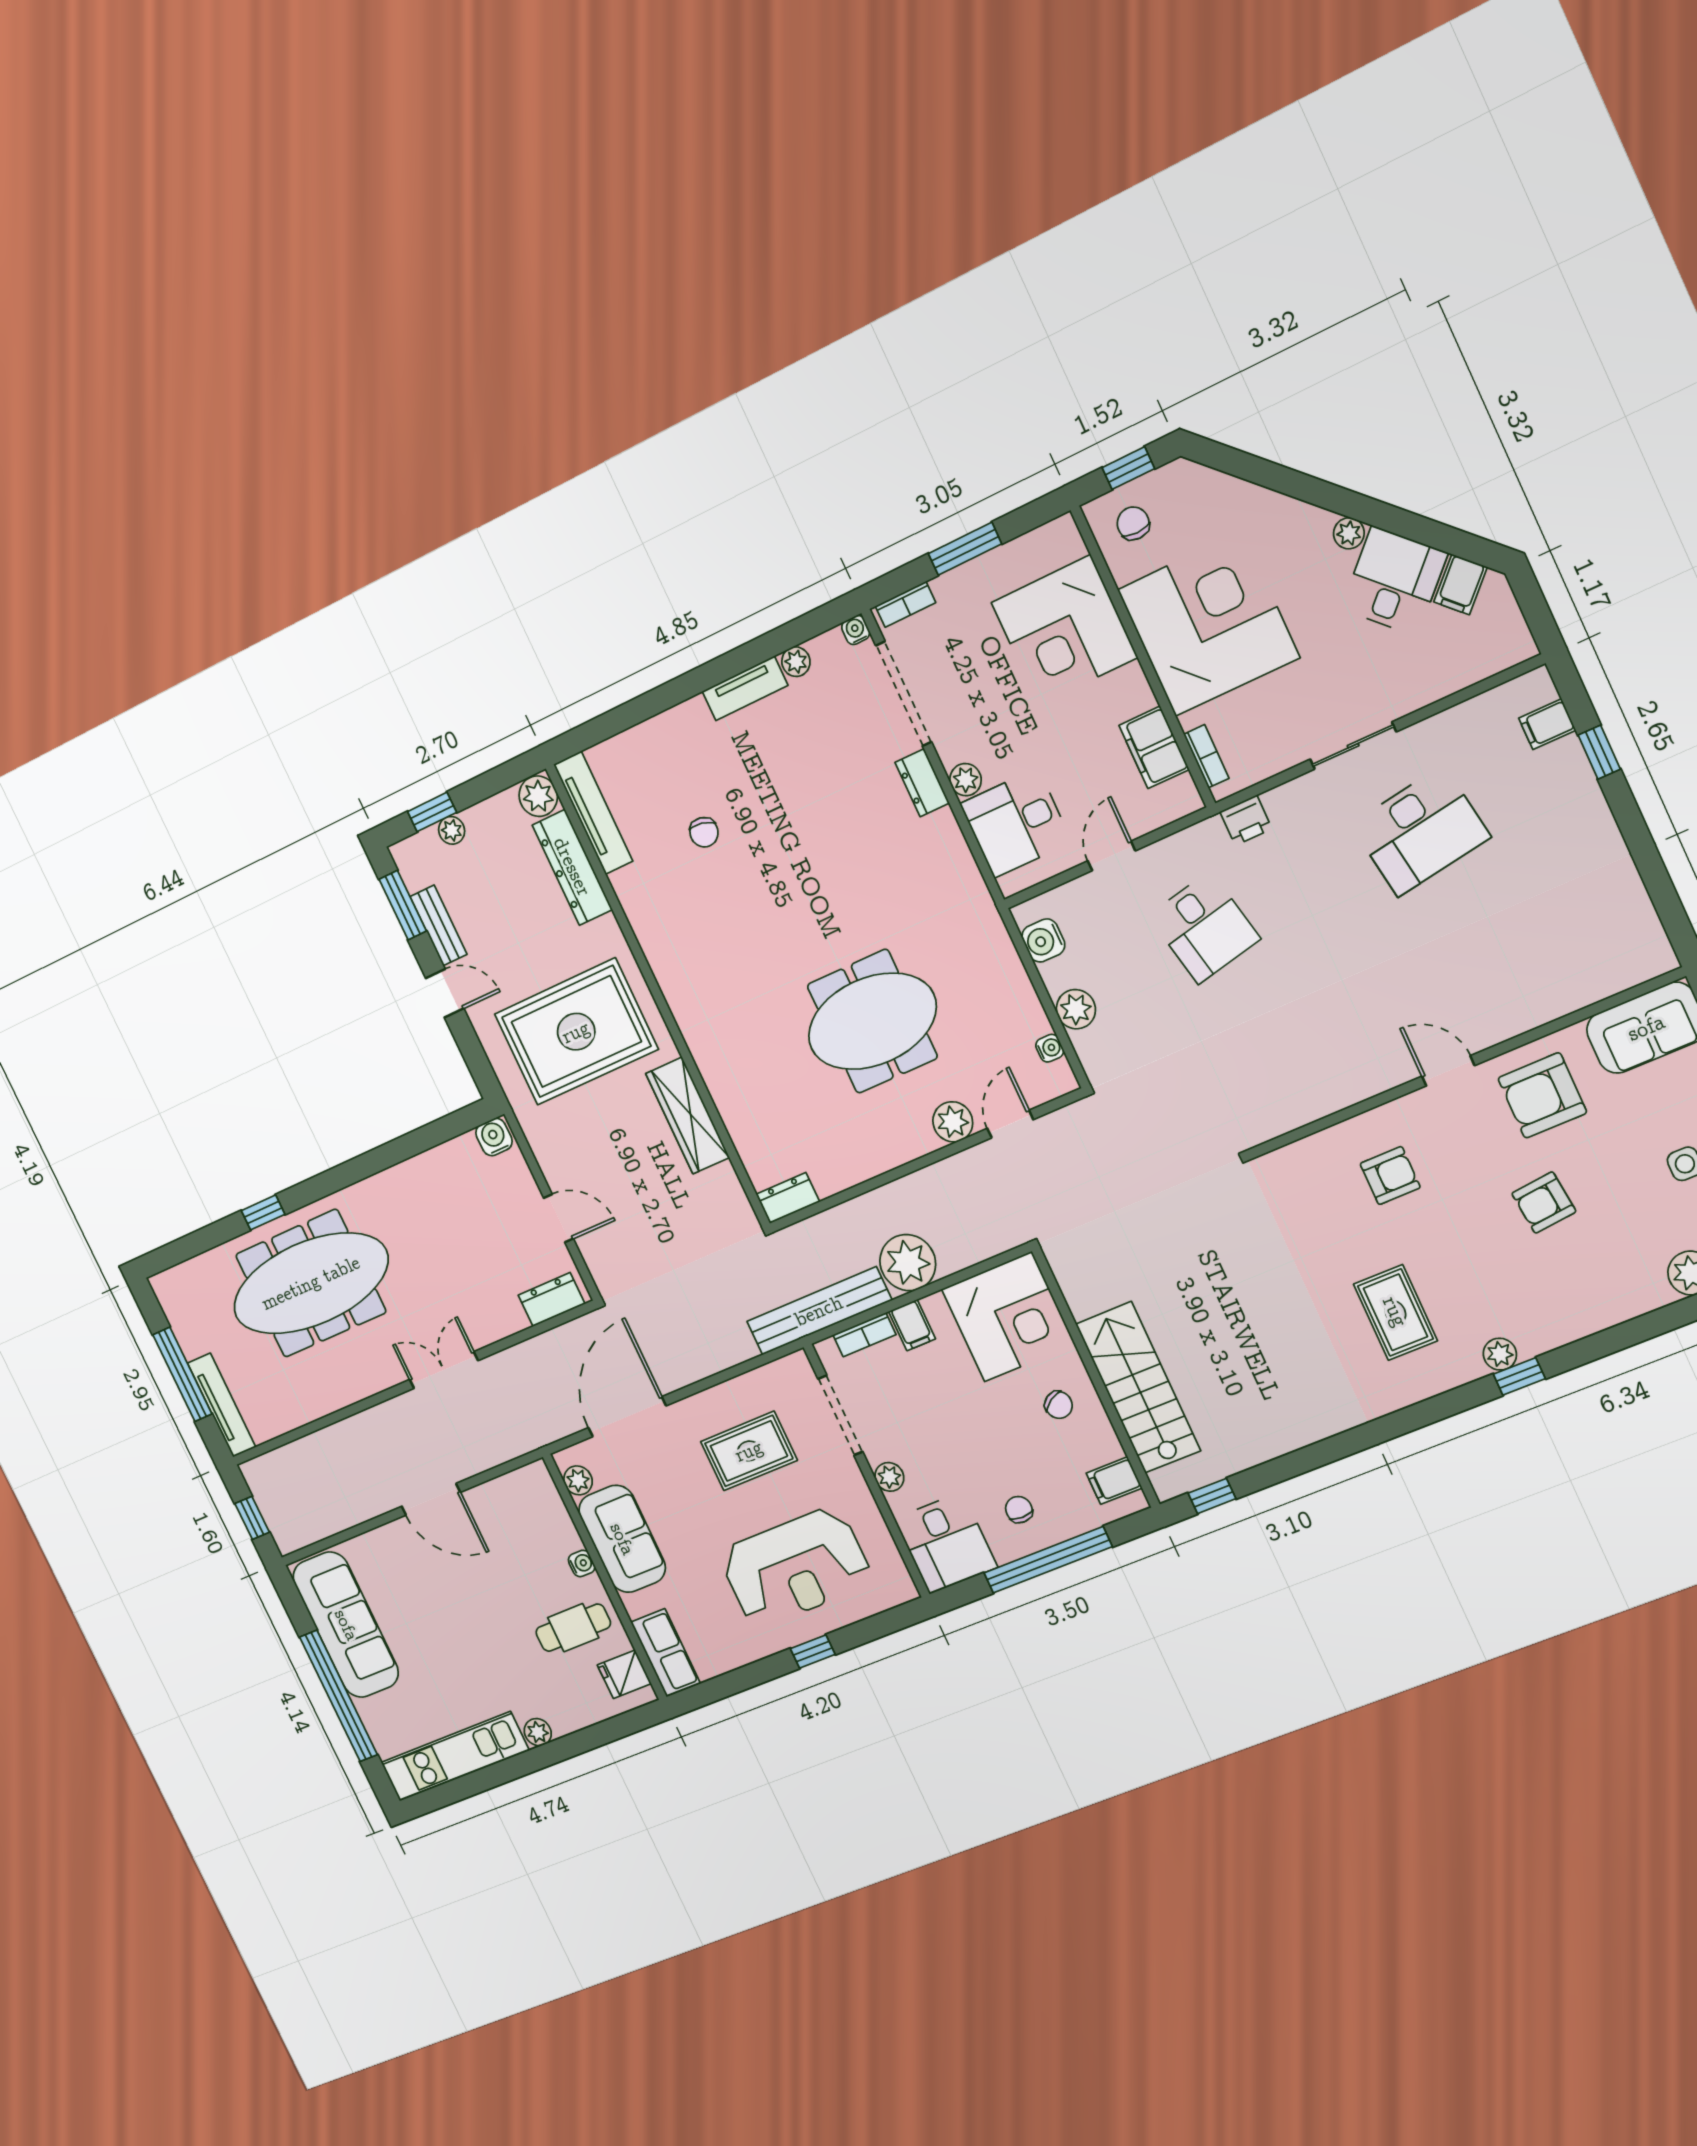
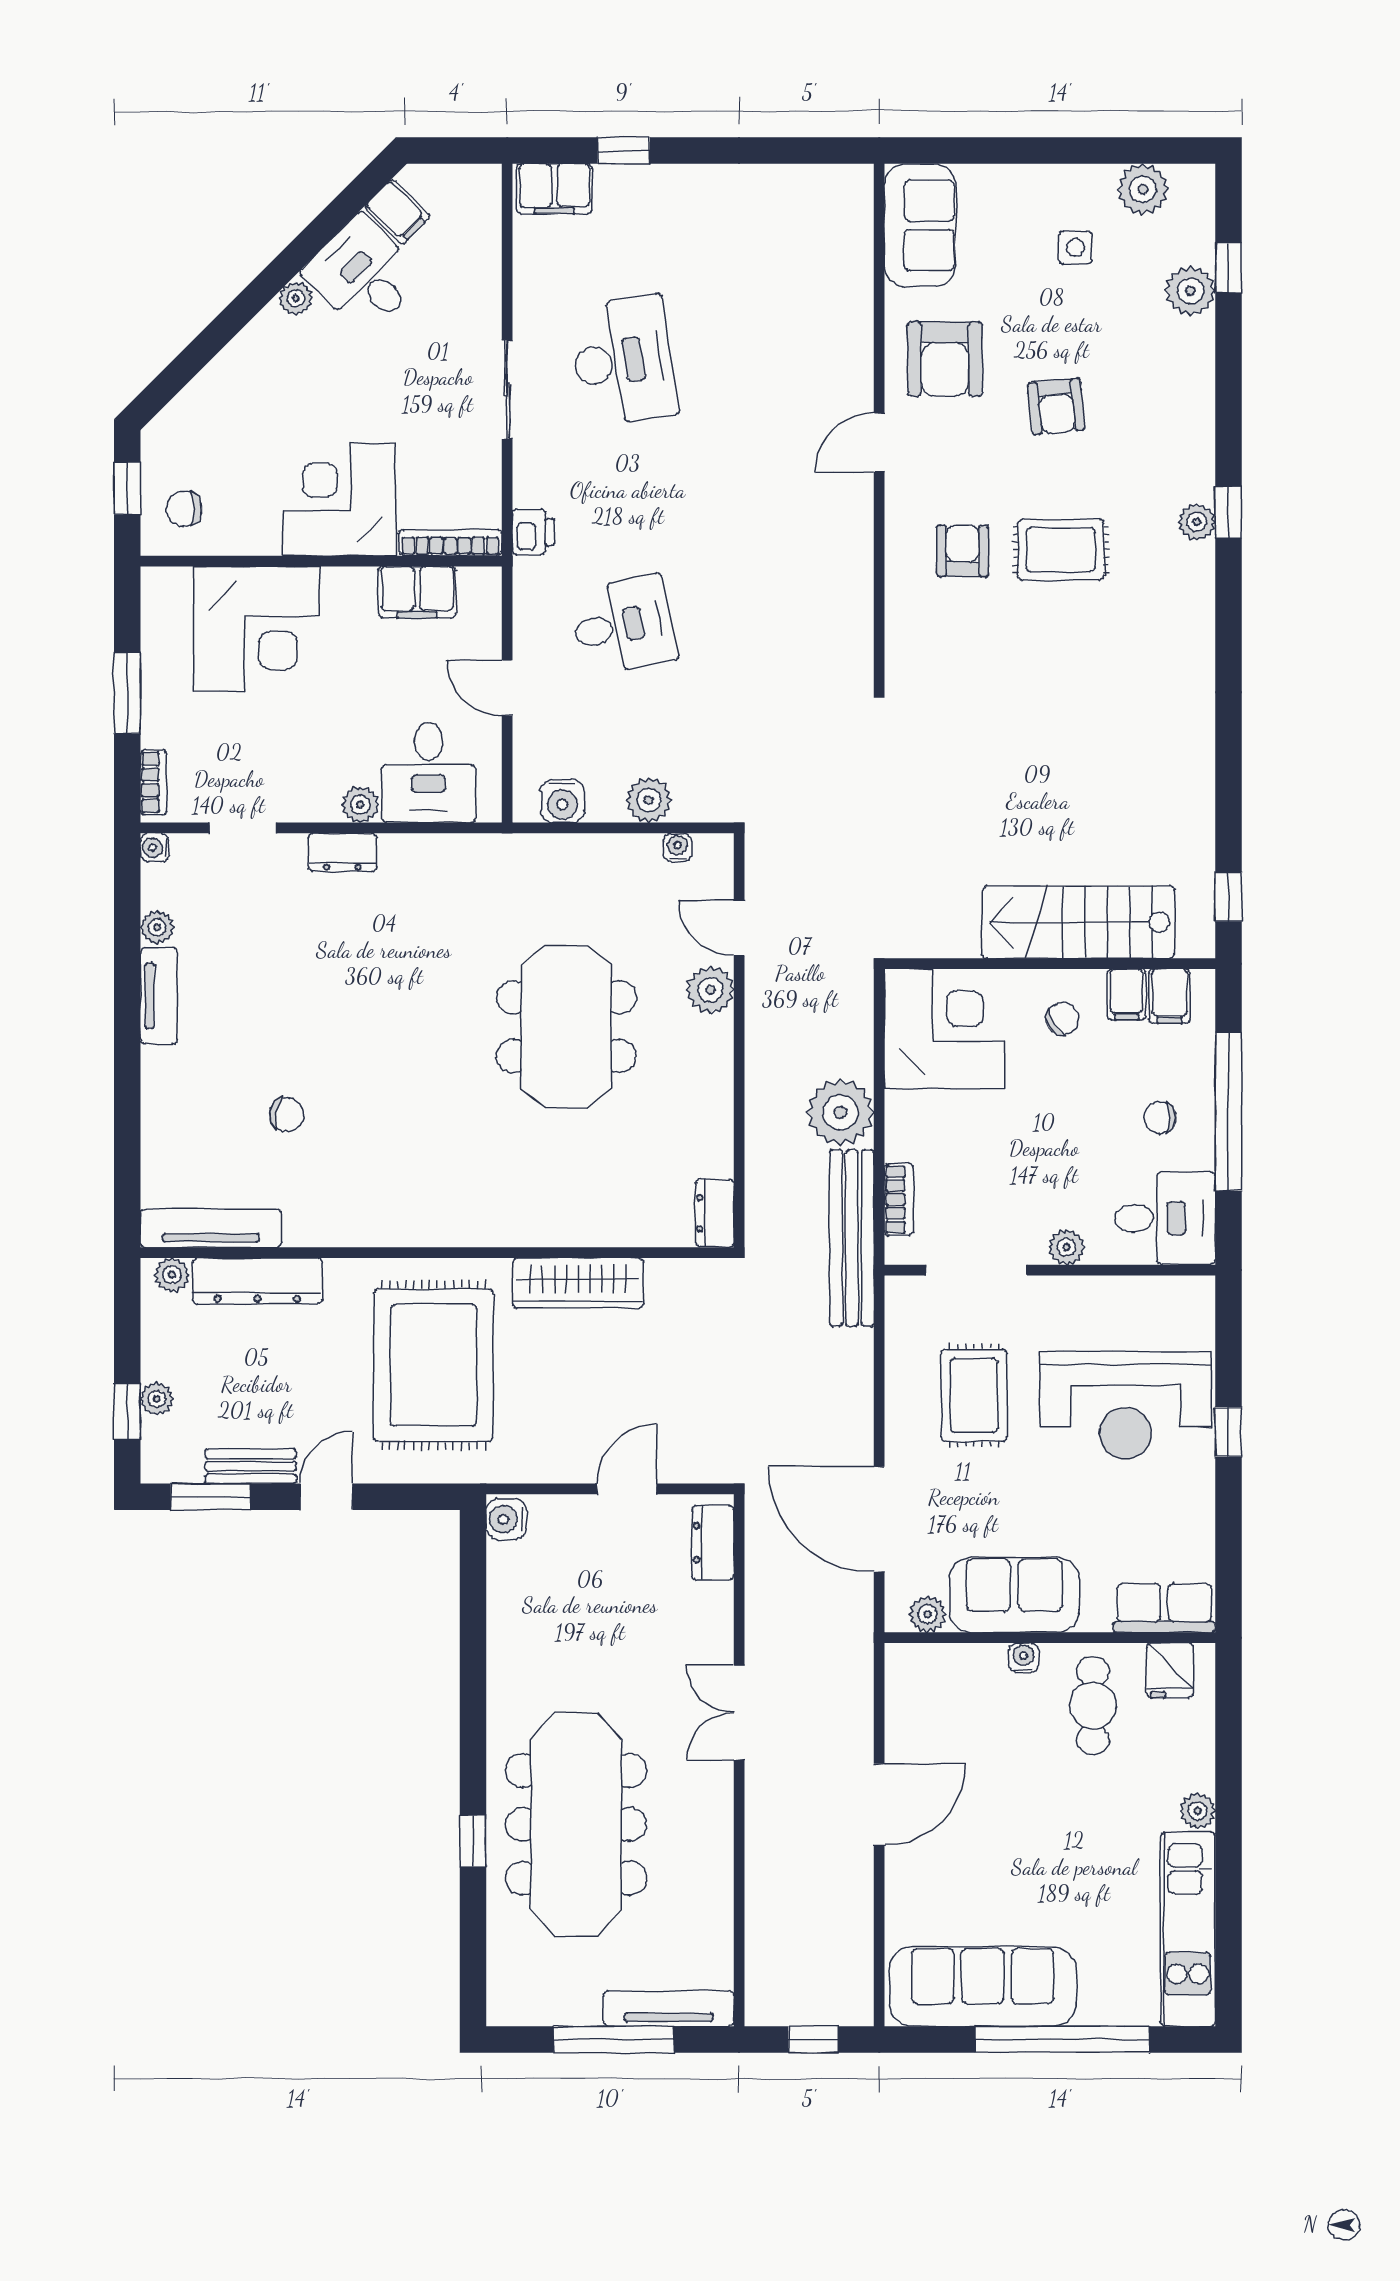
corner desk: (1208, 624) -> (339, 499), width x0.74, depth x0.74
doorway: (904, 694) -> (243, 828), width x0.53
filing cabinet: (1547, 724) -> (554, 189), width x2.00
bookcase: (1206, 756) -> (450, 543), width x1.56
plant: (538, 796) -> (172, 1275), width x0.73, depth x0.73
rug: (1395, 1312) -> (1061, 550), moved
filing cabinet: (912, 1325) -> (1126, 995), moved, turned 90
reception desk: (796, 1567) -> (1125, 1405), turned 90

